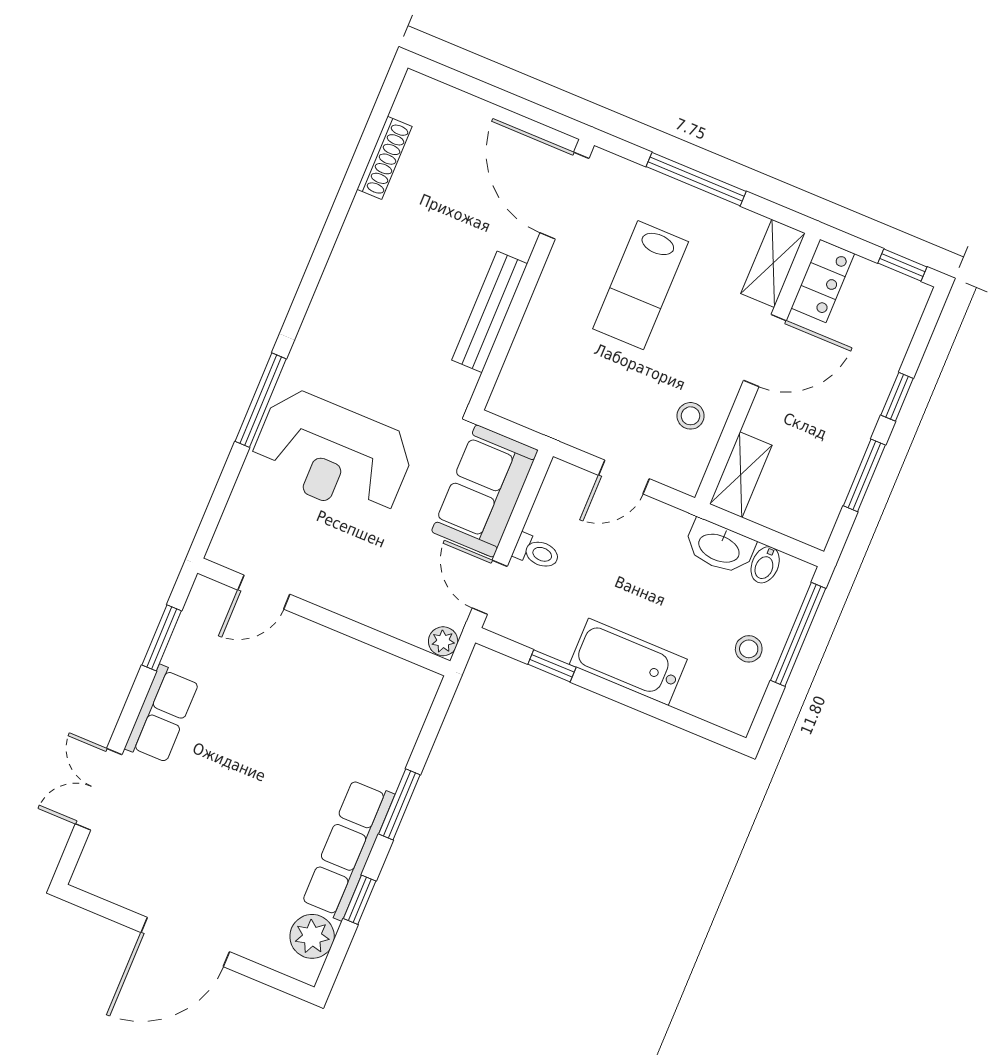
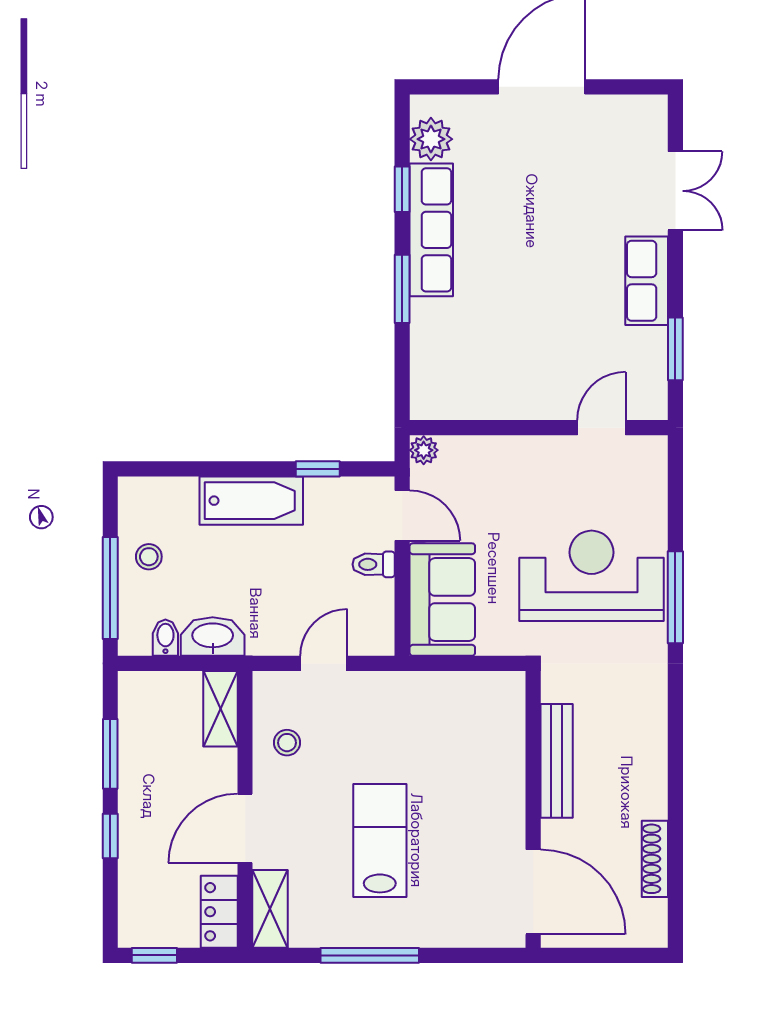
door: (564, 196) -> (533, 892), moved
wall: (532, 275) -> (533, 809), moved
bench: (490, 312) -> (557, 761), moved

